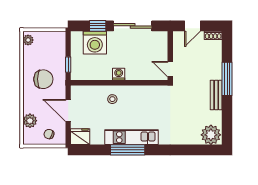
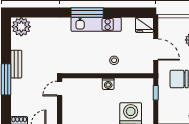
door: (170, 69) -> (60, 89), swing flipped
chair: (49, 134) -> (174, 27), removed
window: (128, 150) -> (87, 12), moved

